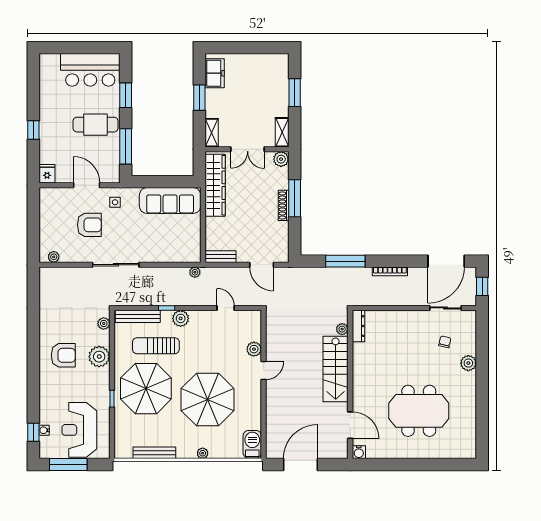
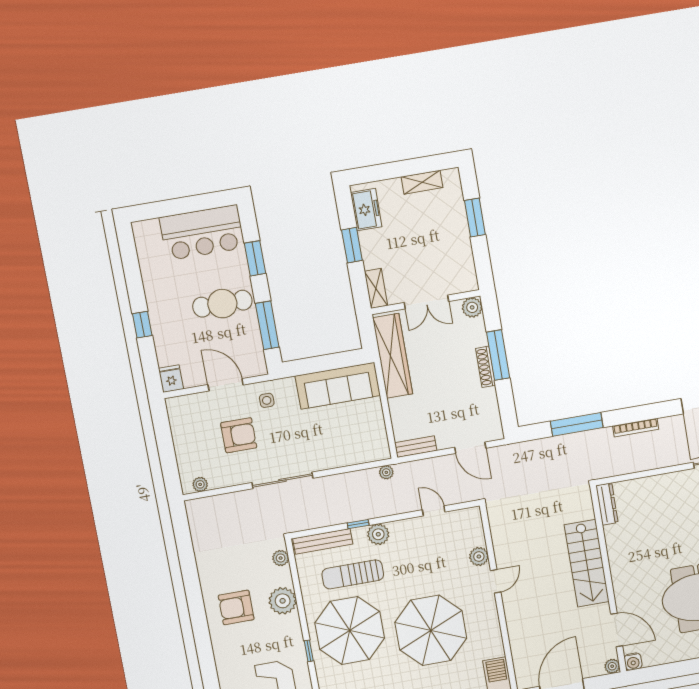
shelving: (282, 132) -> (422, 182), moved, turned 90
plant: (342, 329) -> (612, 666), moved
armchair: (63, 355) -> (236, 607), turned 180

